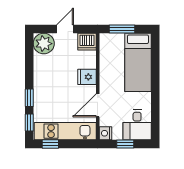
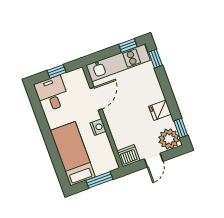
fridge: (87, 77) -> (160, 110), moved, turned 180
window: (29, 98) -> (181, 128), moved
nightstand: (105, 133) -> (98, 127), moved

